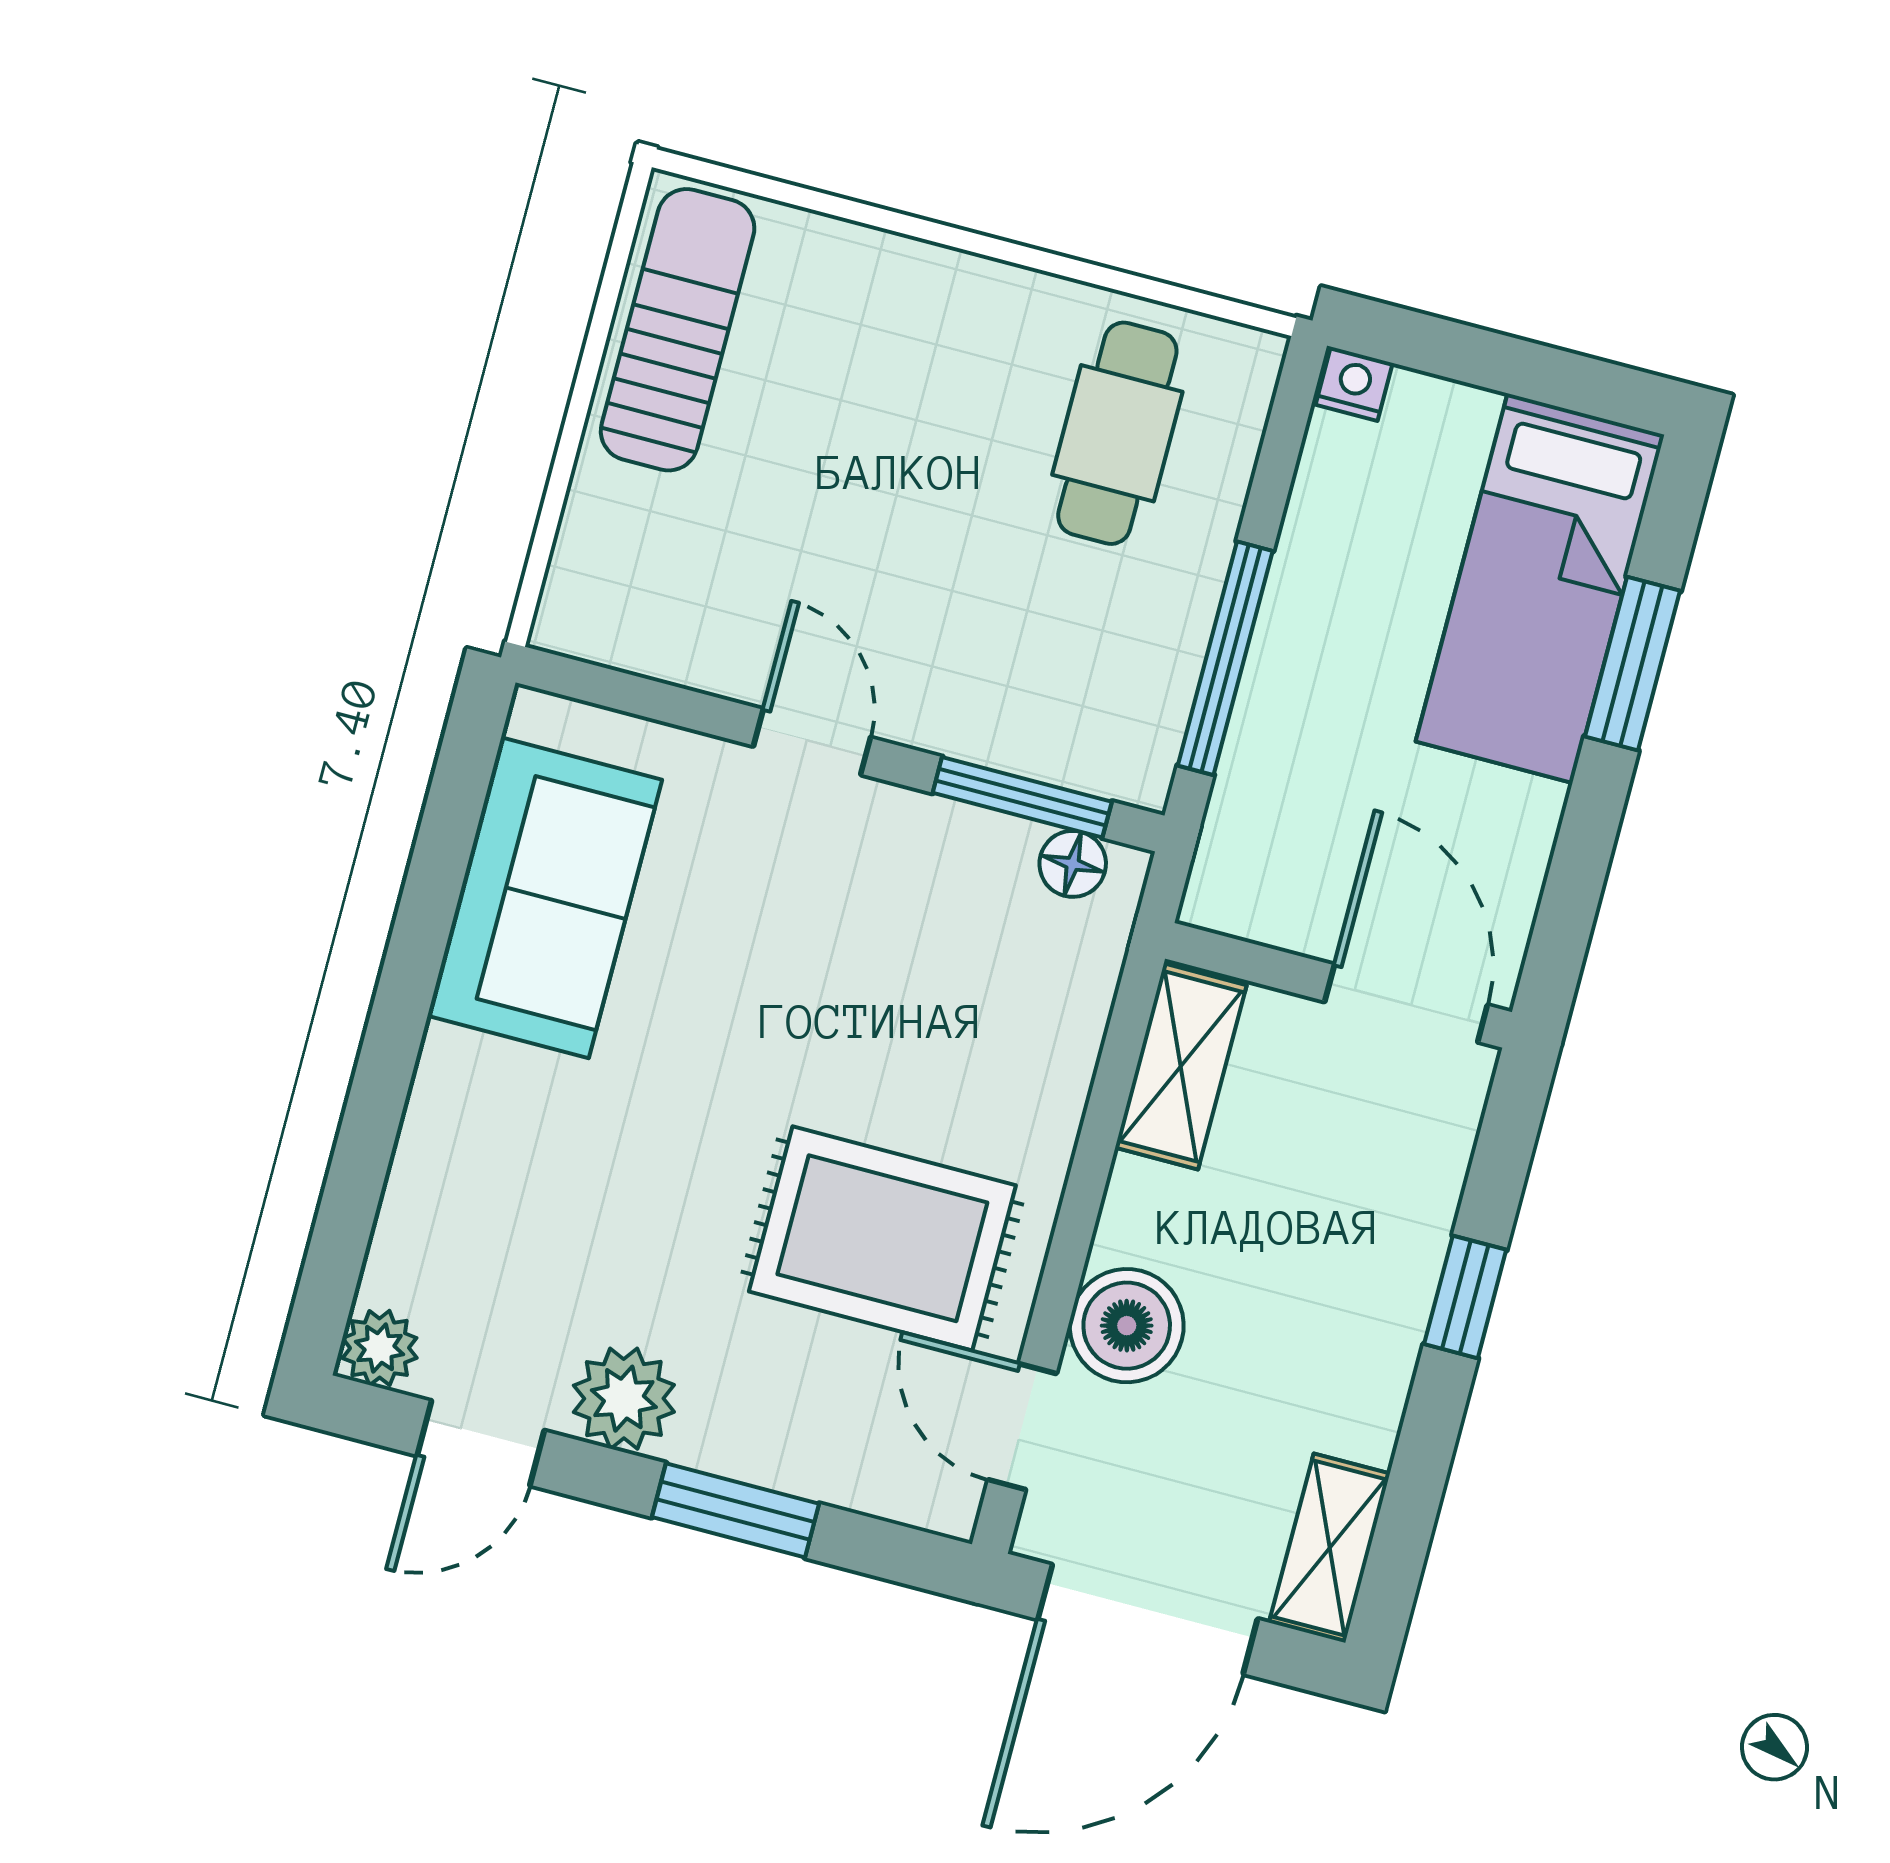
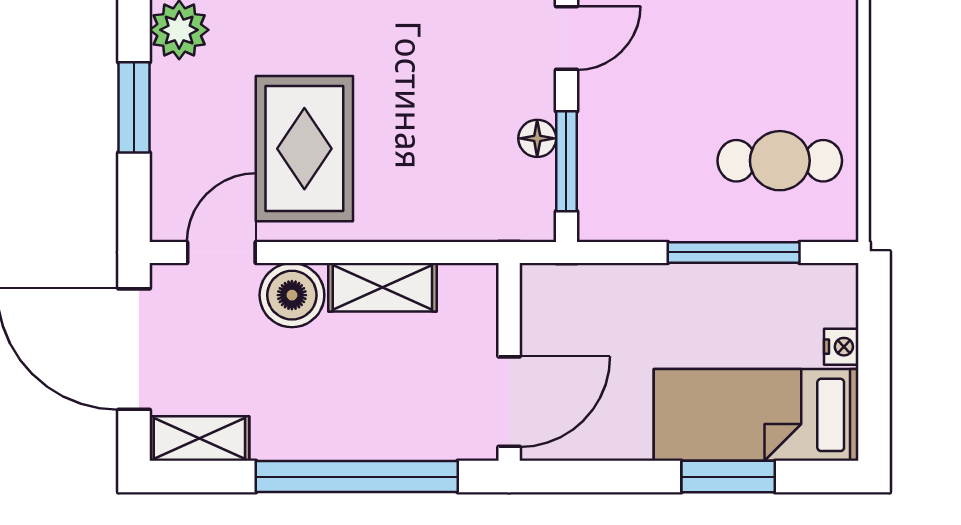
nightstand: (1354, 384) -> (841, 347), moved
window: (1225, 658) -> (734, 252), moved
floor lamp: (1073, 864) -> (537, 138), moved
shelving: (1181, 1066) -> (382, 287), moved
window: (1465, 1297) -> (357, 477), width x3.17

